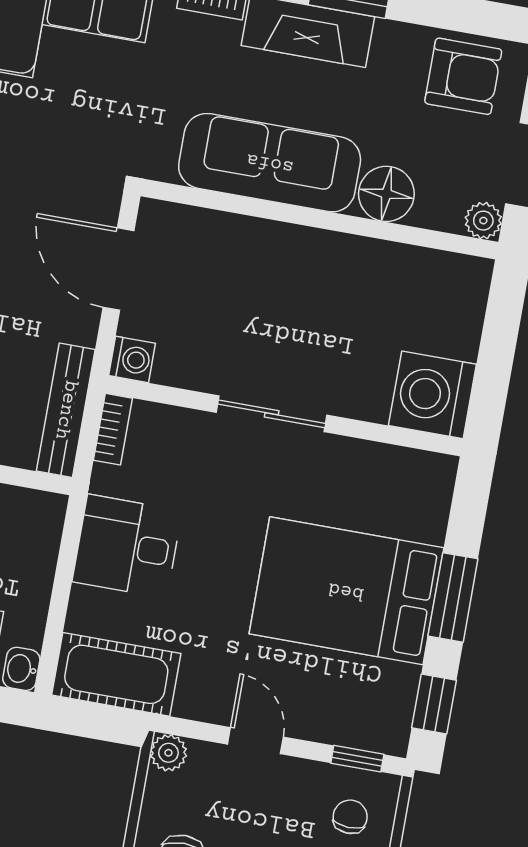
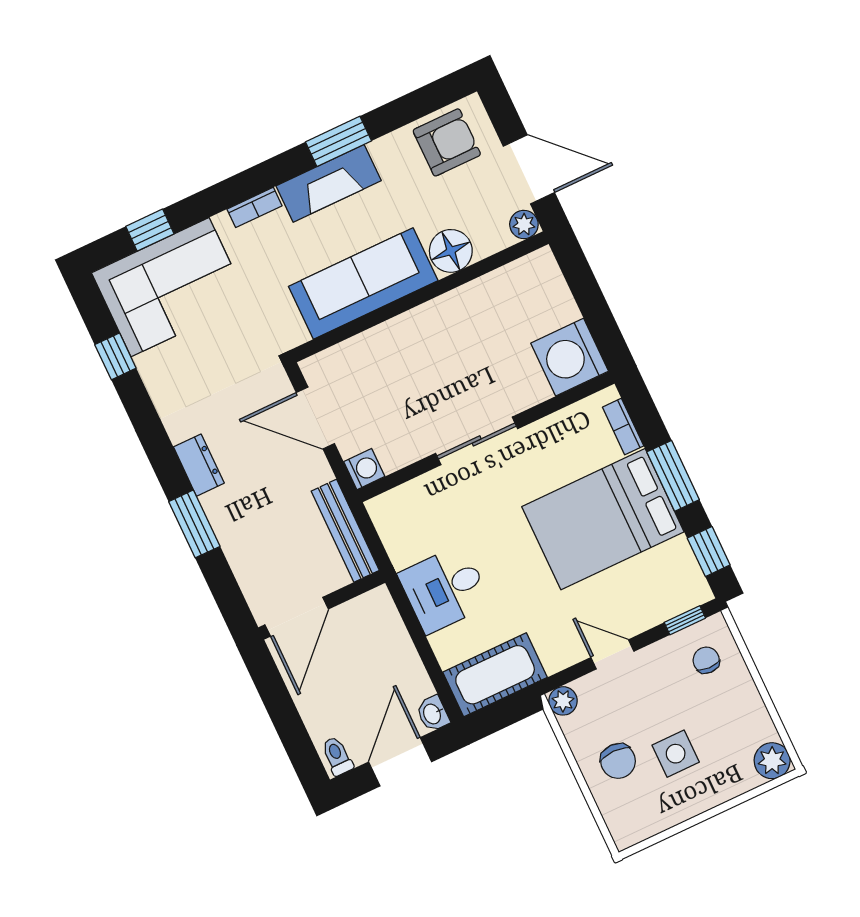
bookcase: (113, 429) -> (623, 427), moved, turned 180

